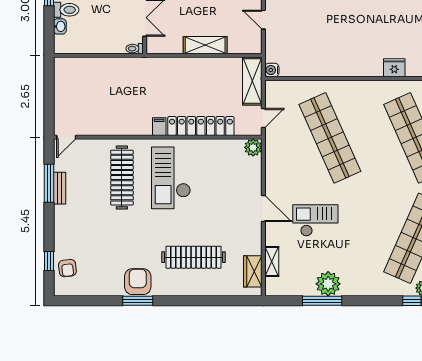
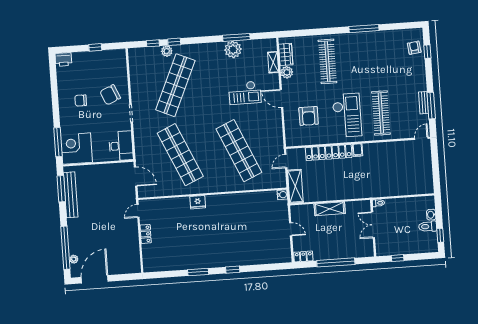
plant: (253, 147) -> (287, 72), moved
clothes rail: (194, 257) -> (327, 61), turned 90
armchair: (138, 282) -> (309, 116), moved
window: (138, 301) -> (364, 29), width x1.44

